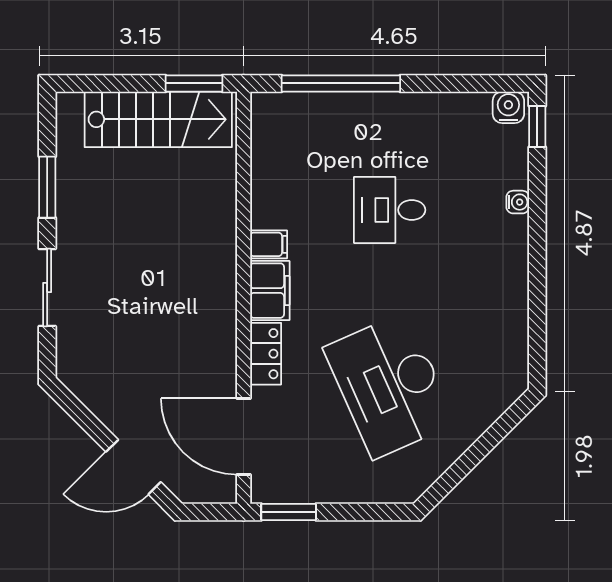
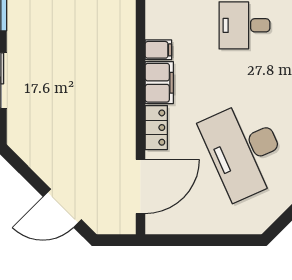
door: (244, 437) -> (141, 186), swing flipped
window: (289, 512) -> (173, 240), removed

